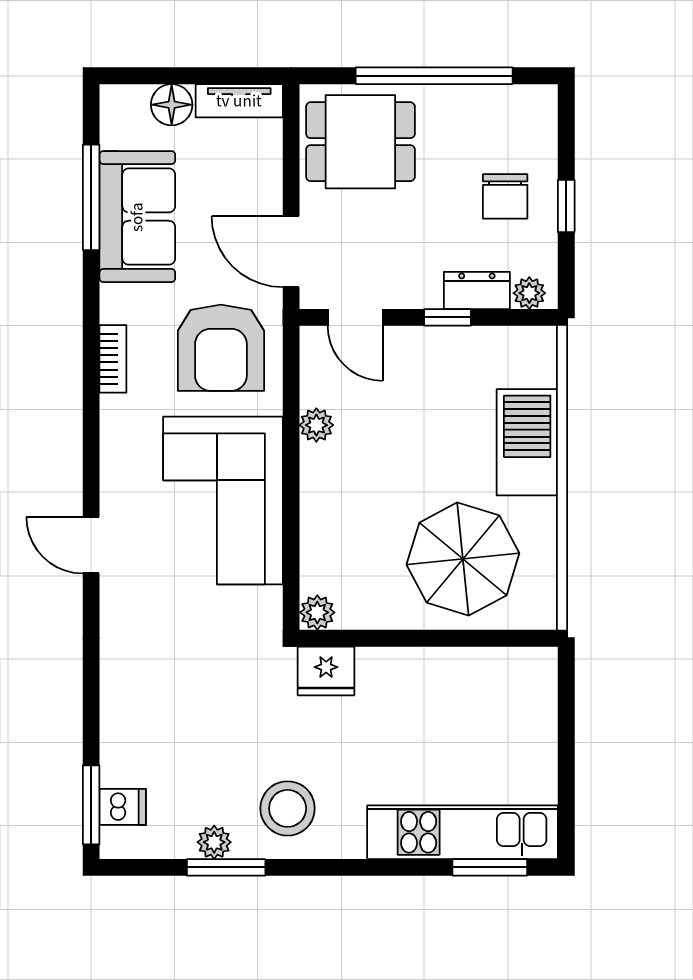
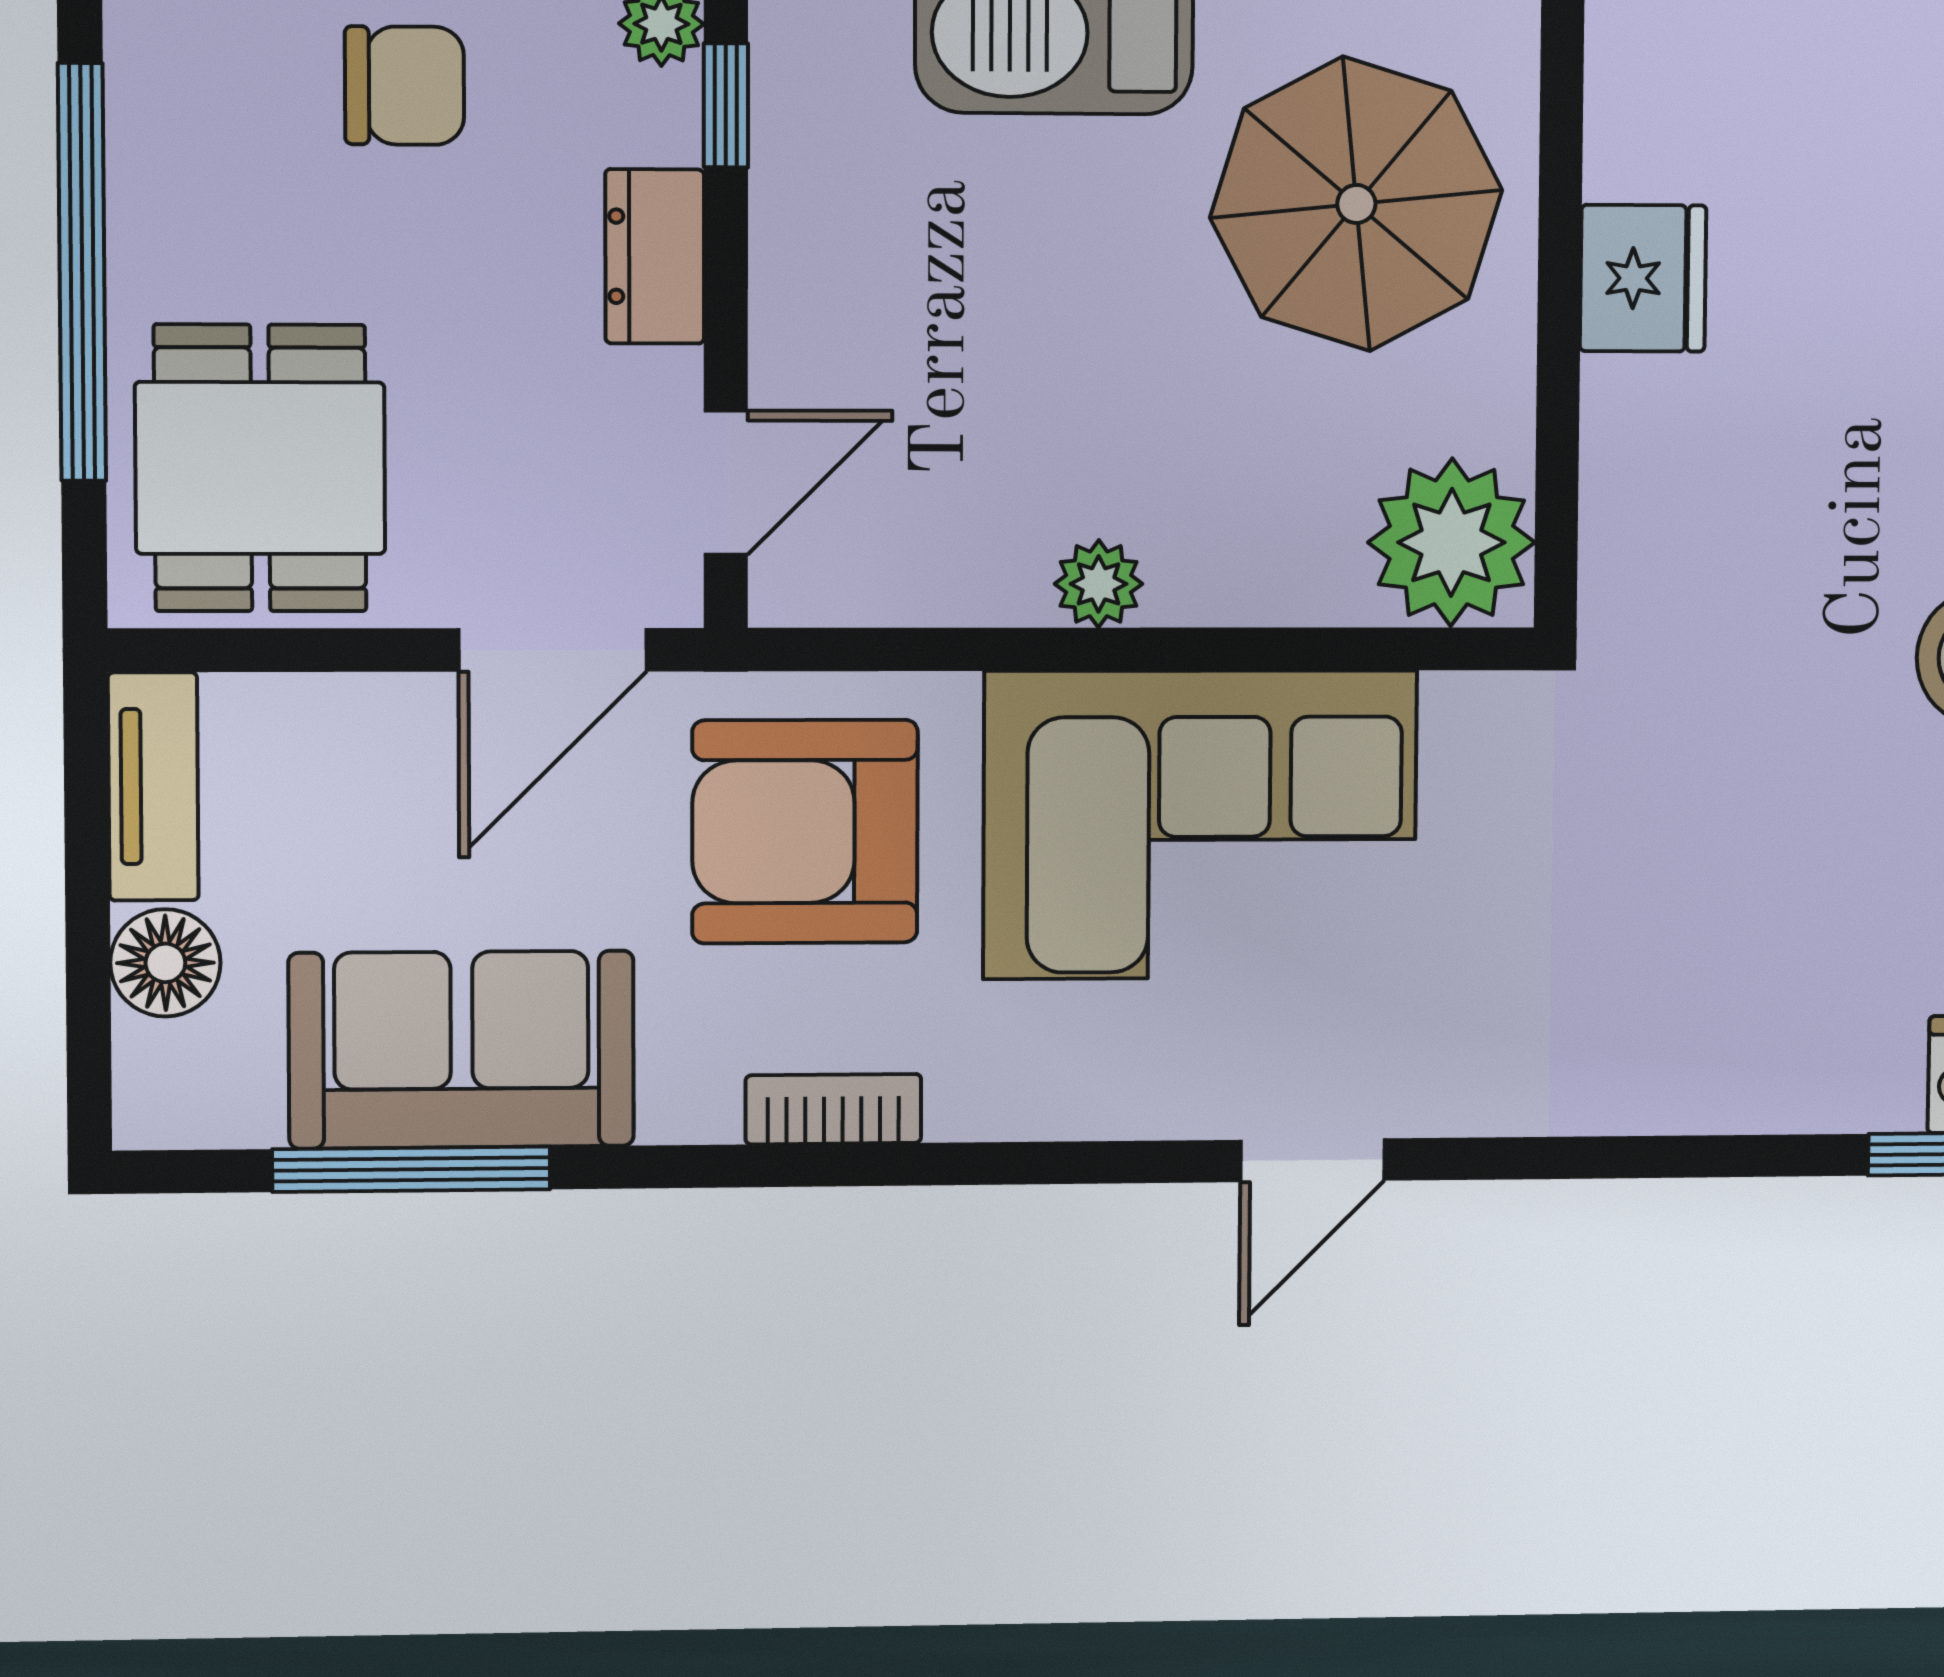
dresser: (477, 290) -> (655, 256), moved
window: (447, 317) -> (726, 105), moved
armchair: (221, 348) -> (805, 832), turned 180
plant: (316, 425) -> (1099, 584), moved
plant: (317, 612) -> (1451, 542), width x1.88, depth x1.88
fridge: (326, 671) -> (1643, 278), moved

